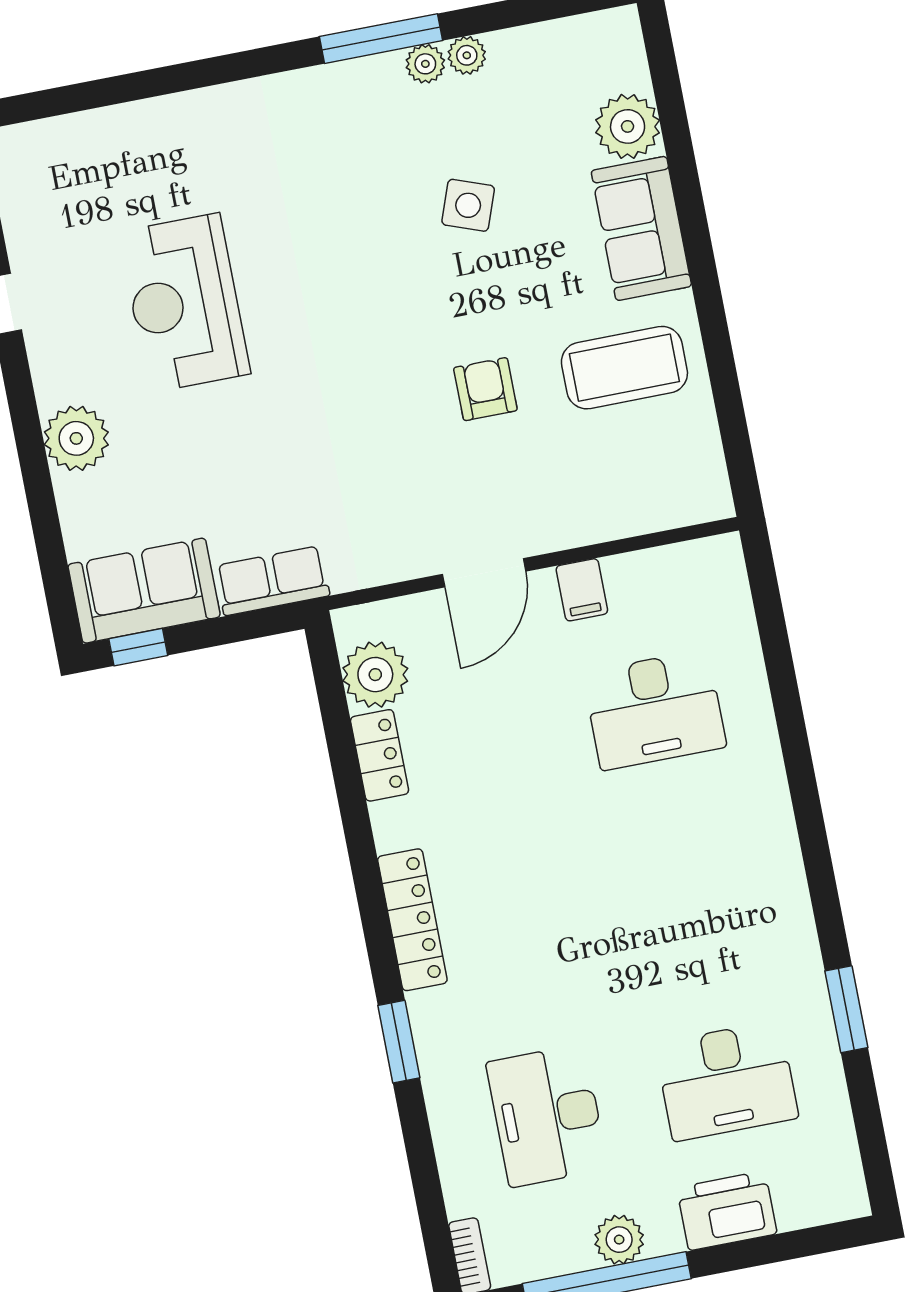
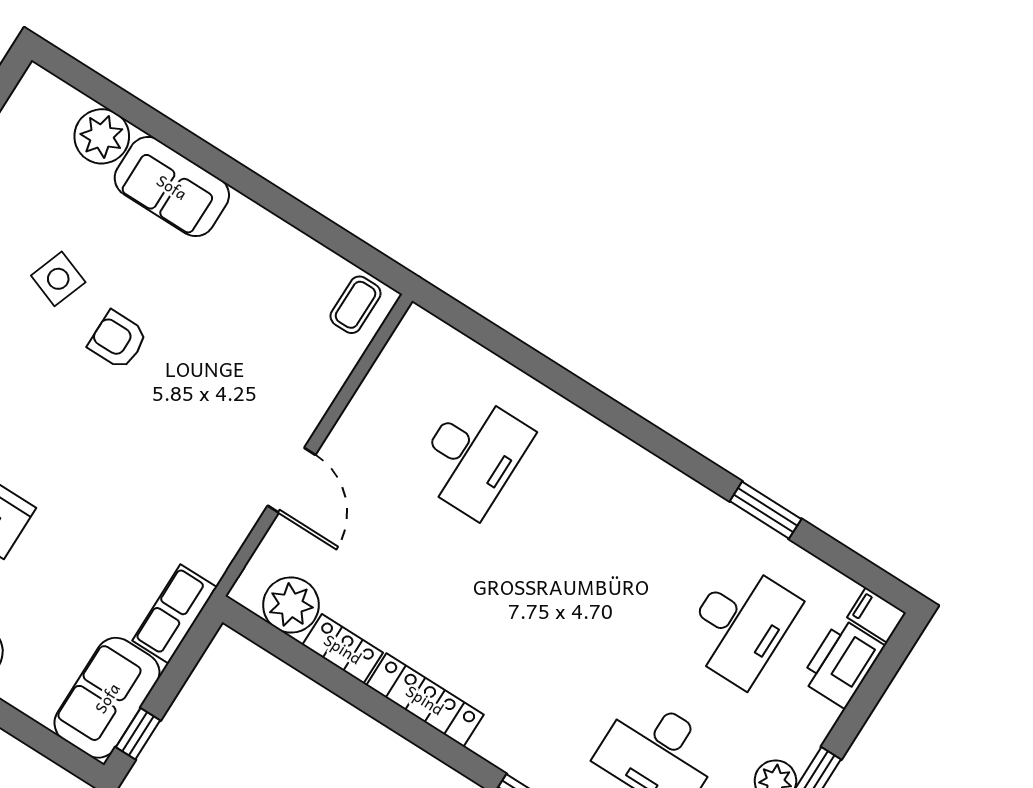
coffee table: (624, 368) -> (356, 305), moved, width x0.54, depth x0.58
armchair: (485, 389) -> (118, 340), moved
filing cabinet: (582, 590) -> (877, 615), moved, turned 180
locker: (412, 920) -> (425, 700), moved
printer: (727, 1211) -> (842, 663), moved

